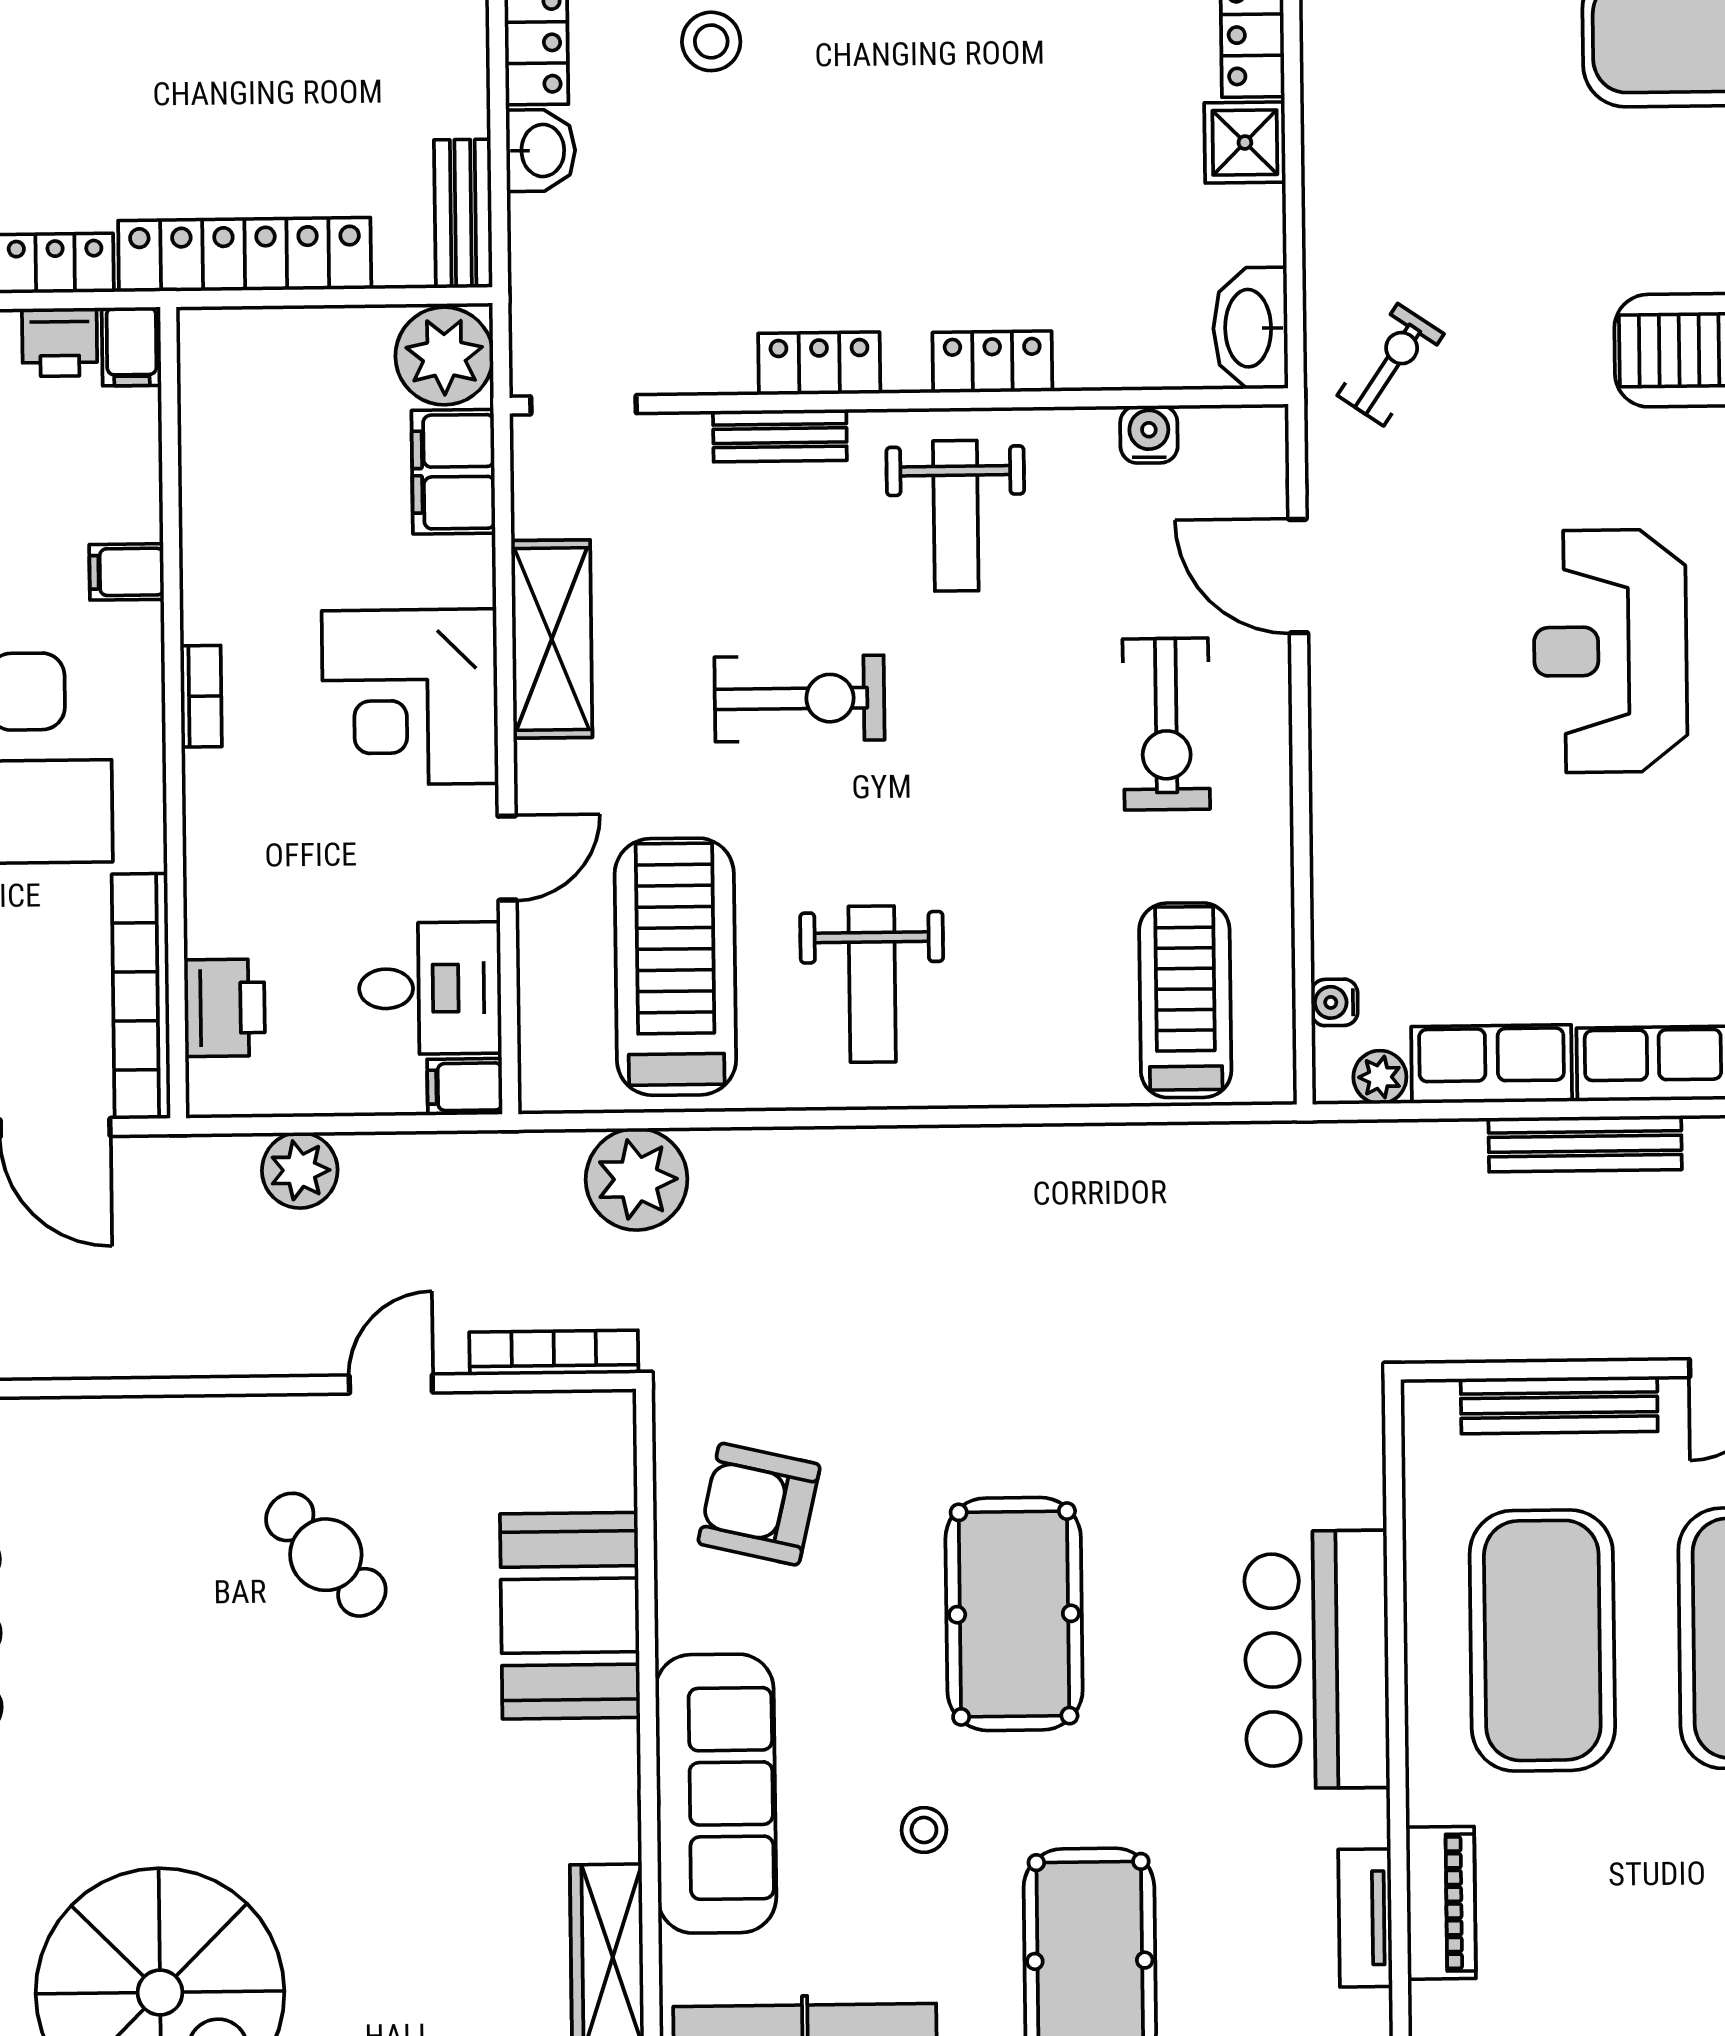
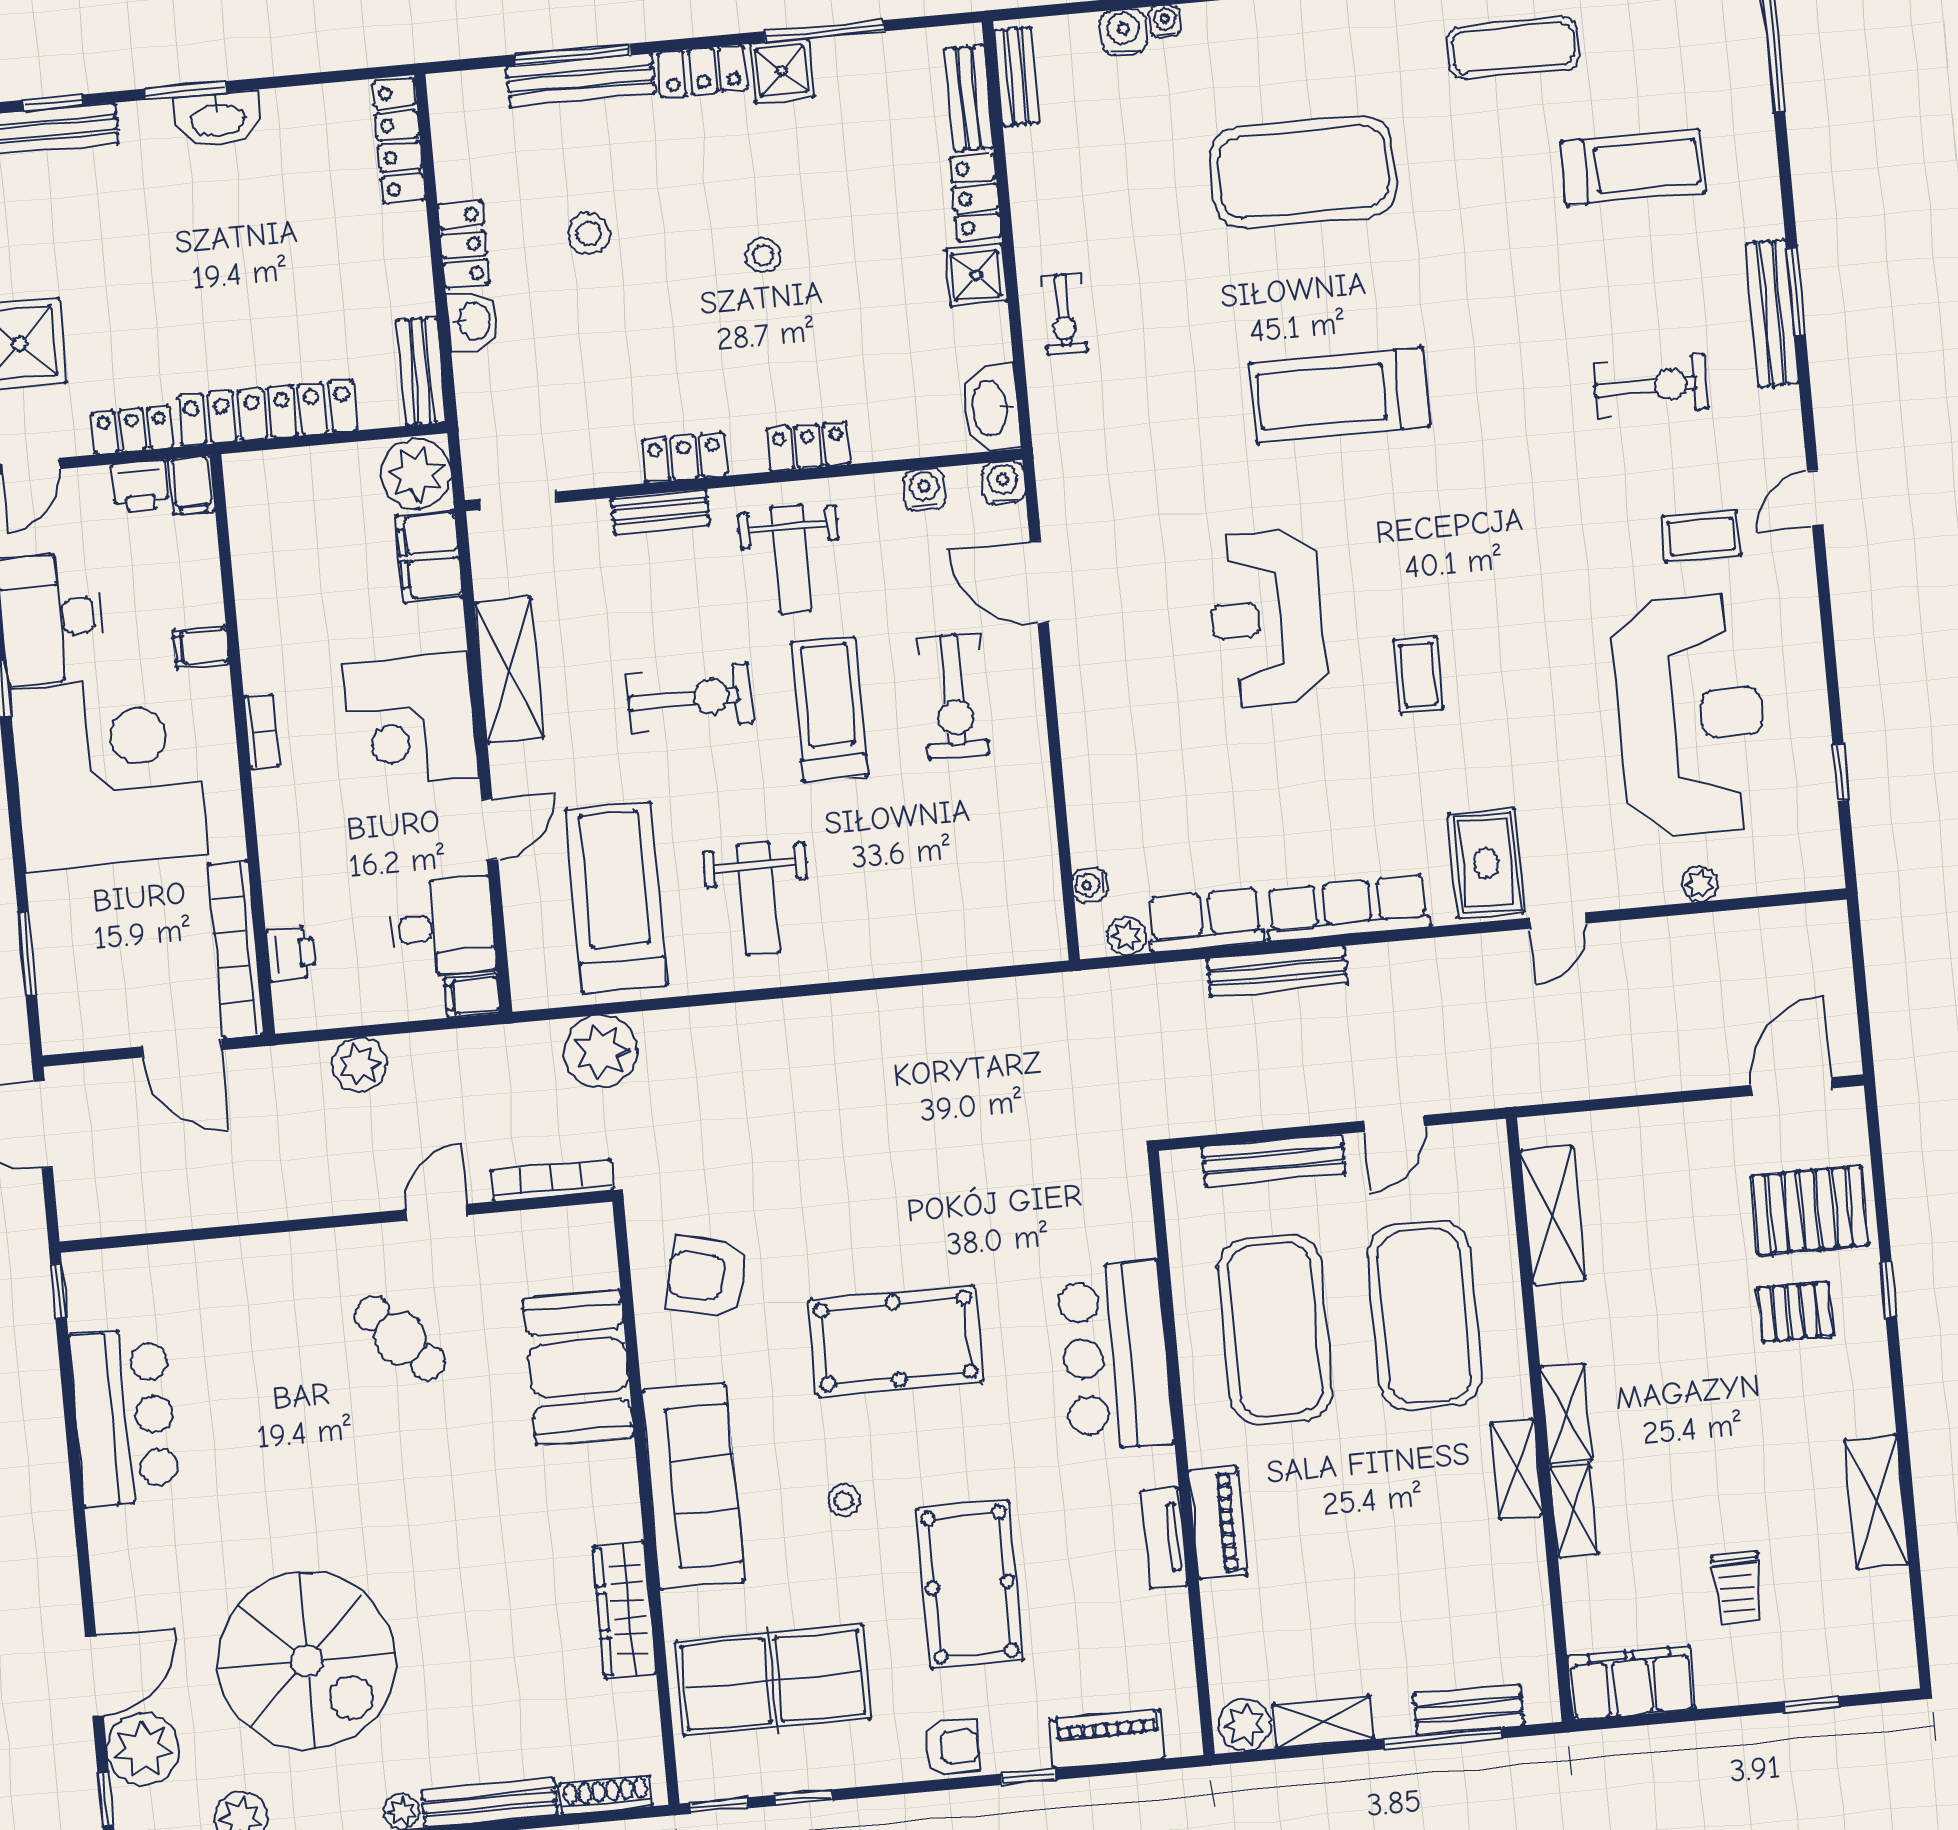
stool: (951, 91) -> (763, 255), added
exercise bike: (1391, 365) -> (1064, 314), moved, turned 146
water cooler: (1259, 434) -> (1003, 483), added
treadmill: (1185, 1000) -> (829, 709), moved
printer: (225, 1008) -> (291, 953), width x0.73, depth x0.81
pool table: (1014, 1614) -> (896, 1341), turned 90

